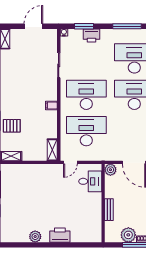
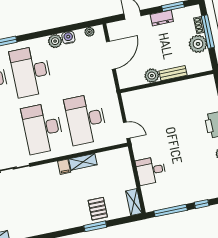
shelving: (52, 150) -> (83, 162), moved
plant: (110, 170) -> (152, 76), moved
desk: (90, 181) -> (151, 171), moved, turned -90

